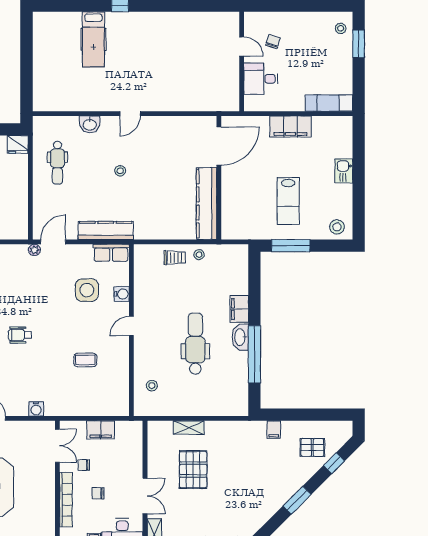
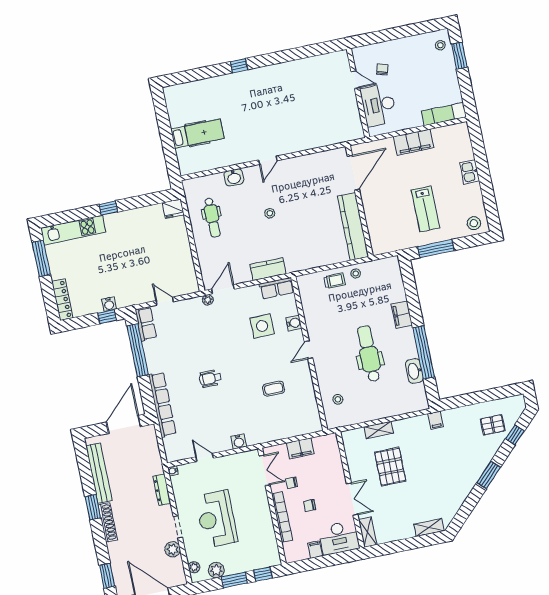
hospital bed: (93, 39) -> (197, 134), moved, turned -90
desk: (261, 79) -> (378, 105), width x1.37
kitchen counter: (106, 230) -> (268, 269), width x0.67
washbasin: (240, 337) -> (414, 371), moved
filing cabinet: (274, 430) -> (436, 420), moved

